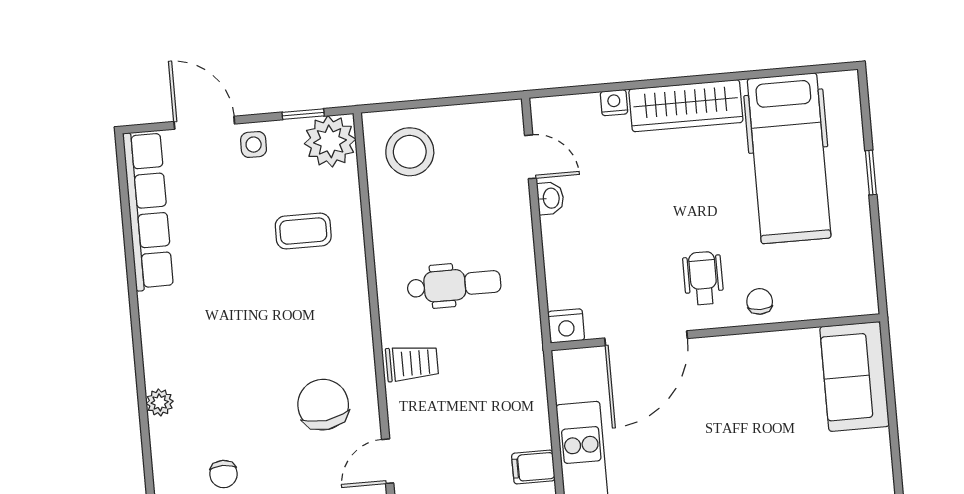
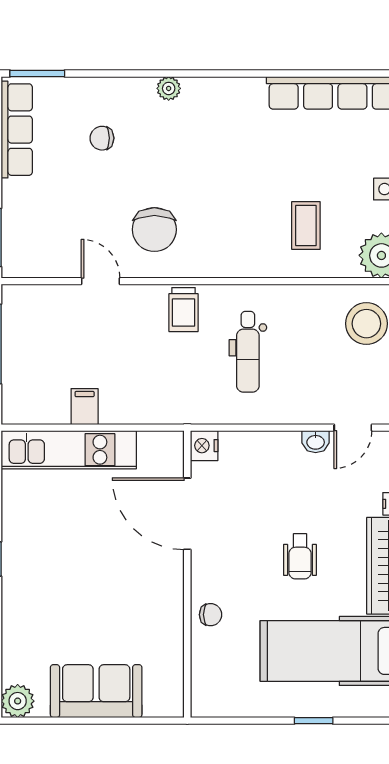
wheelchair: (703, 278) -> (300, 556), moved, turned 90
sofa: (855, 376) -> (96, 691), moved
chair: (323, 405) -> (154, 230), turned 97

